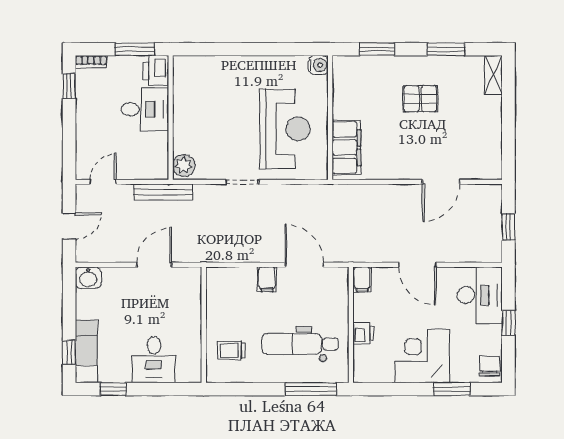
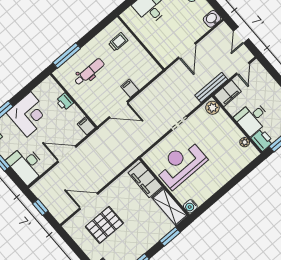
plant: (181, 87) -> (245, 142), added
shelving: (345, 87) -> (170, 207), added
pallet: (420, 99) -> (104, 225), moved, width x1.50, depth x1.42
reception desk: (285, 129) -> (181, 164), turned 90
filing cabinet: (149, 167) -> (228, 93), added
door: (441, 182) -> (89, 201), hinge flipped
dental chair: (300, 344) -> (89, 72), width x0.73, depth x0.72

